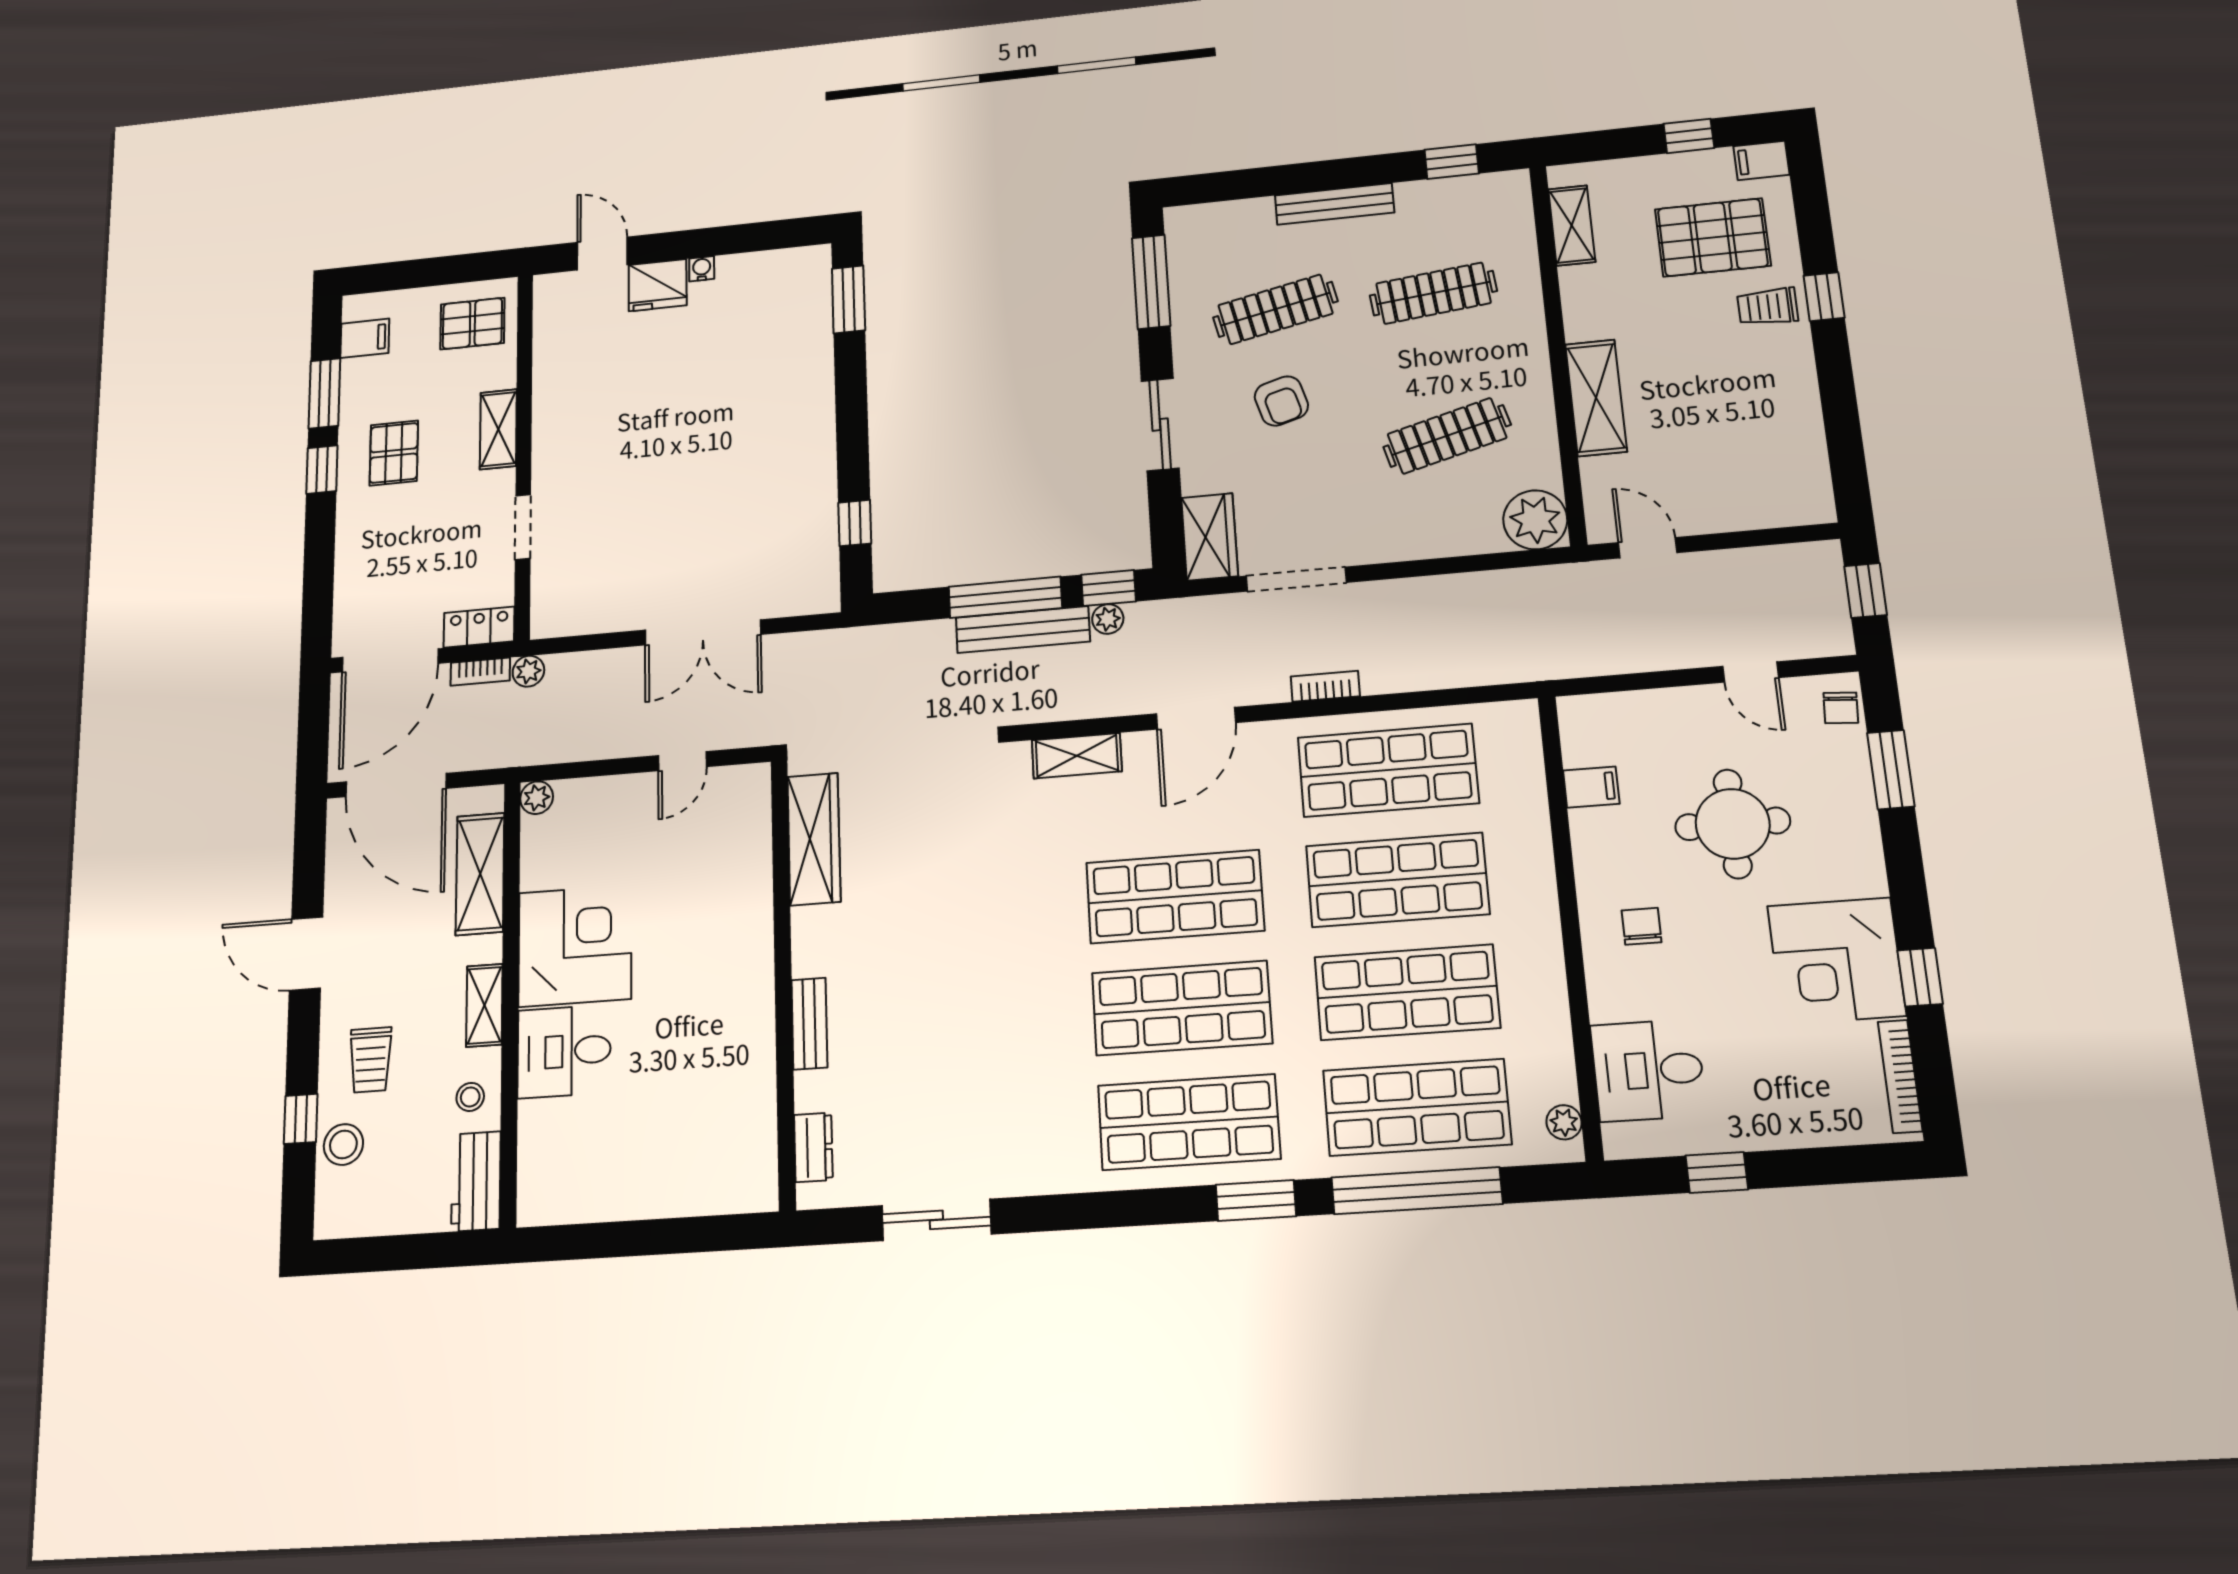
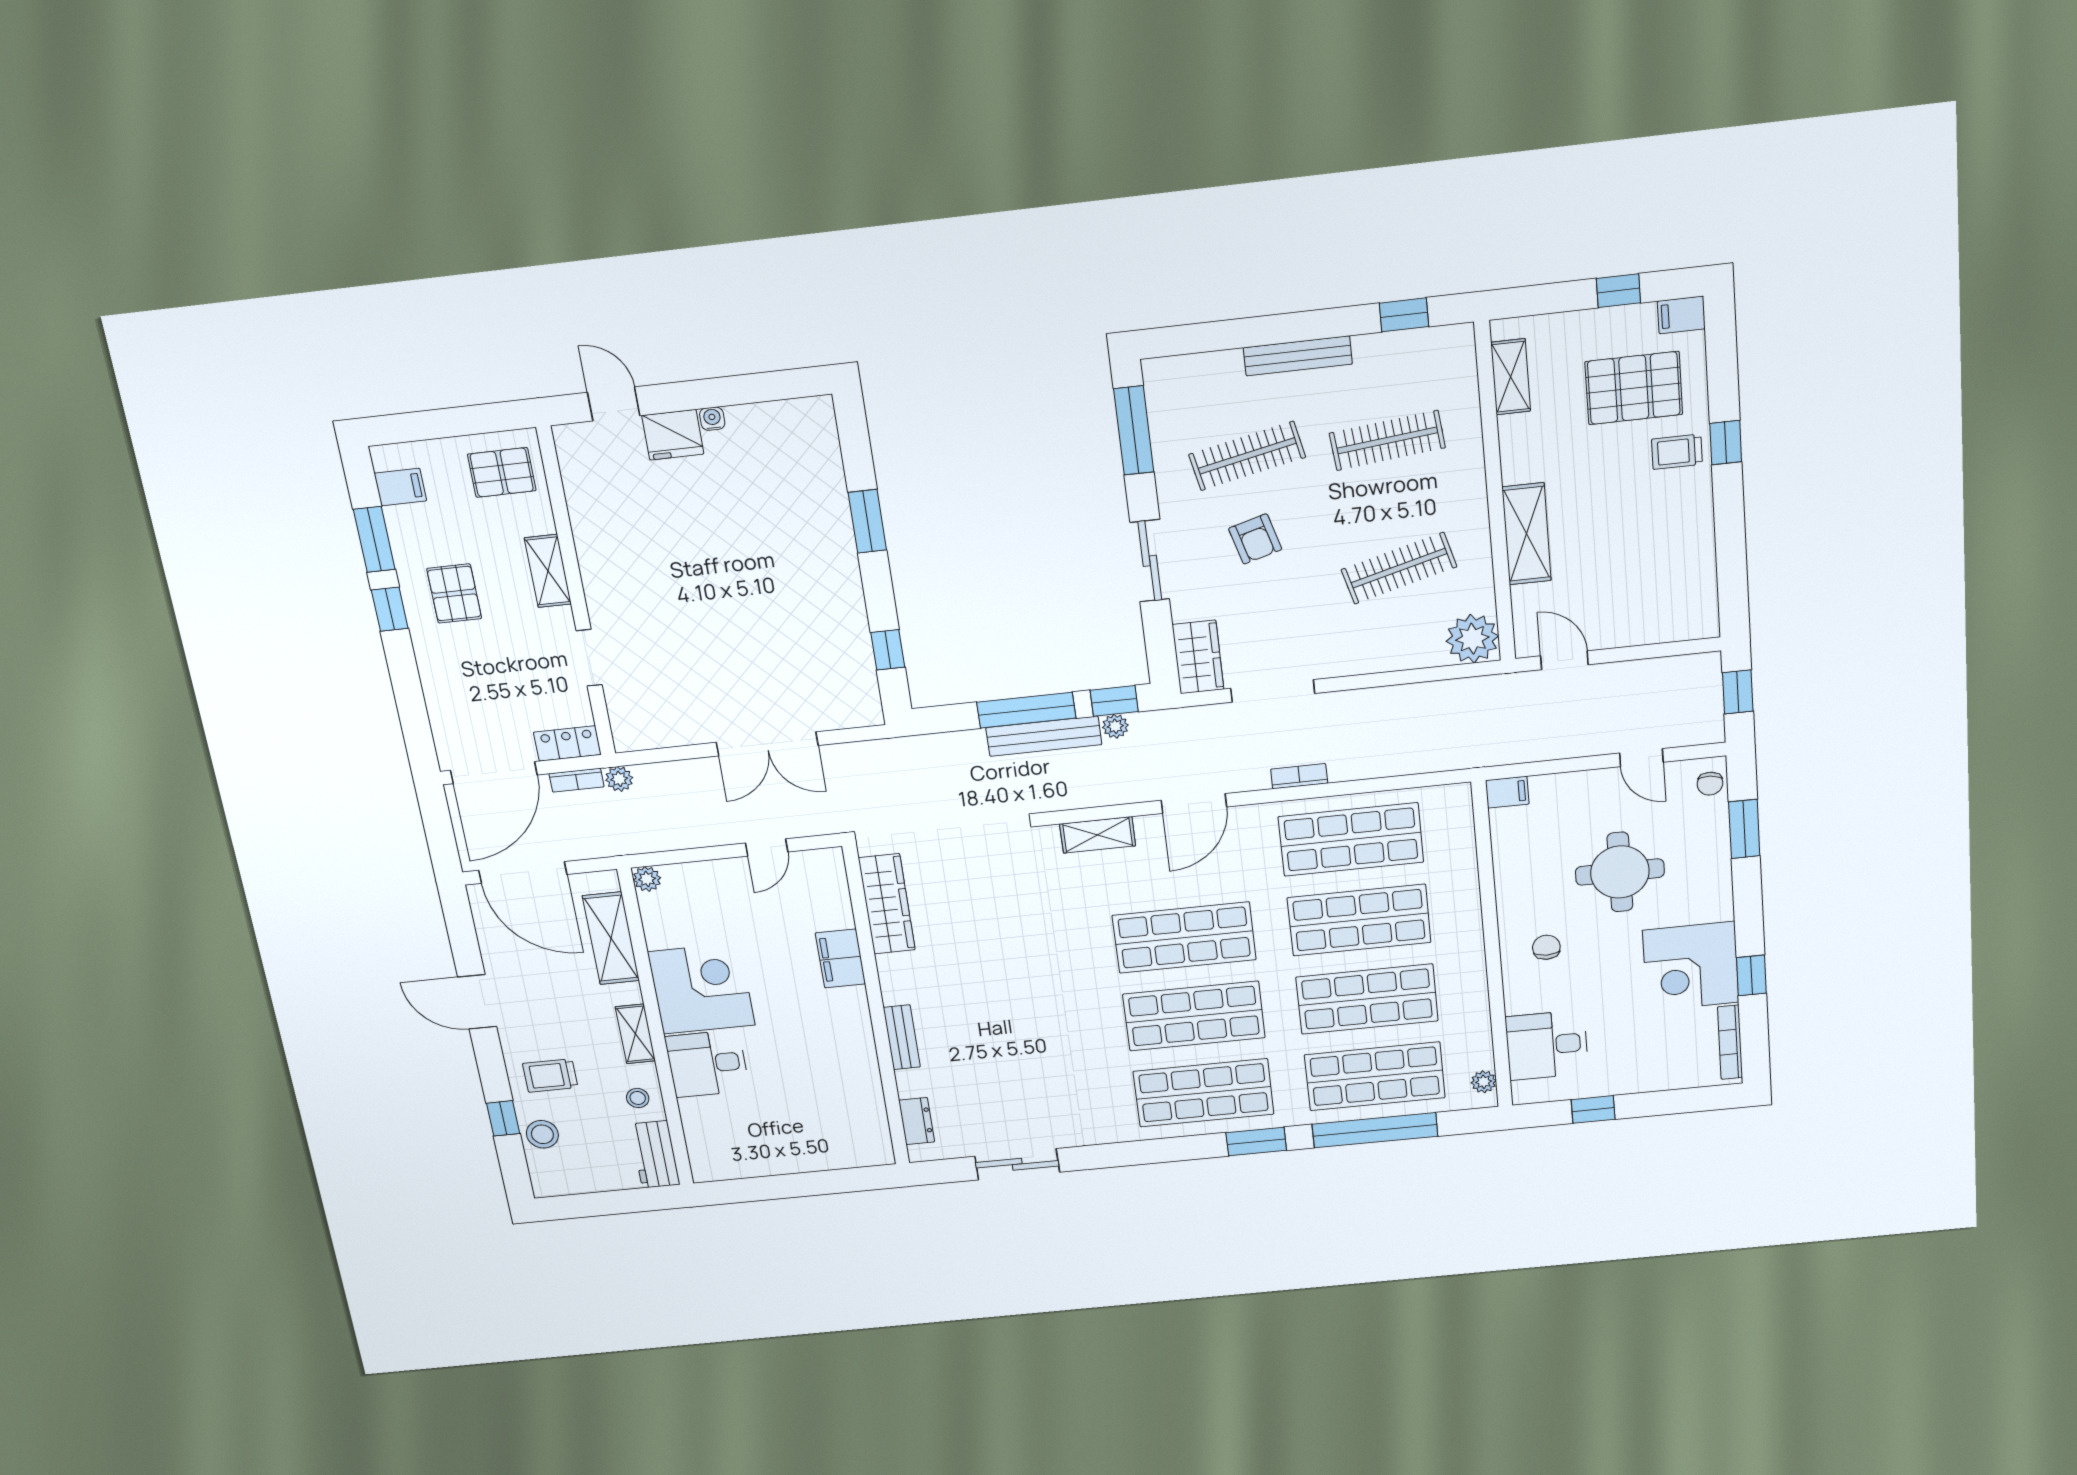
window: (849, 299) -> (867, 521), moved
filing cabinet: (1591, 787) -> (1507, 792), moved
filing cabinet: (748, 911) -> (840, 958), added
trolley: (371, 1060) -> (550, 1076), turned 90

